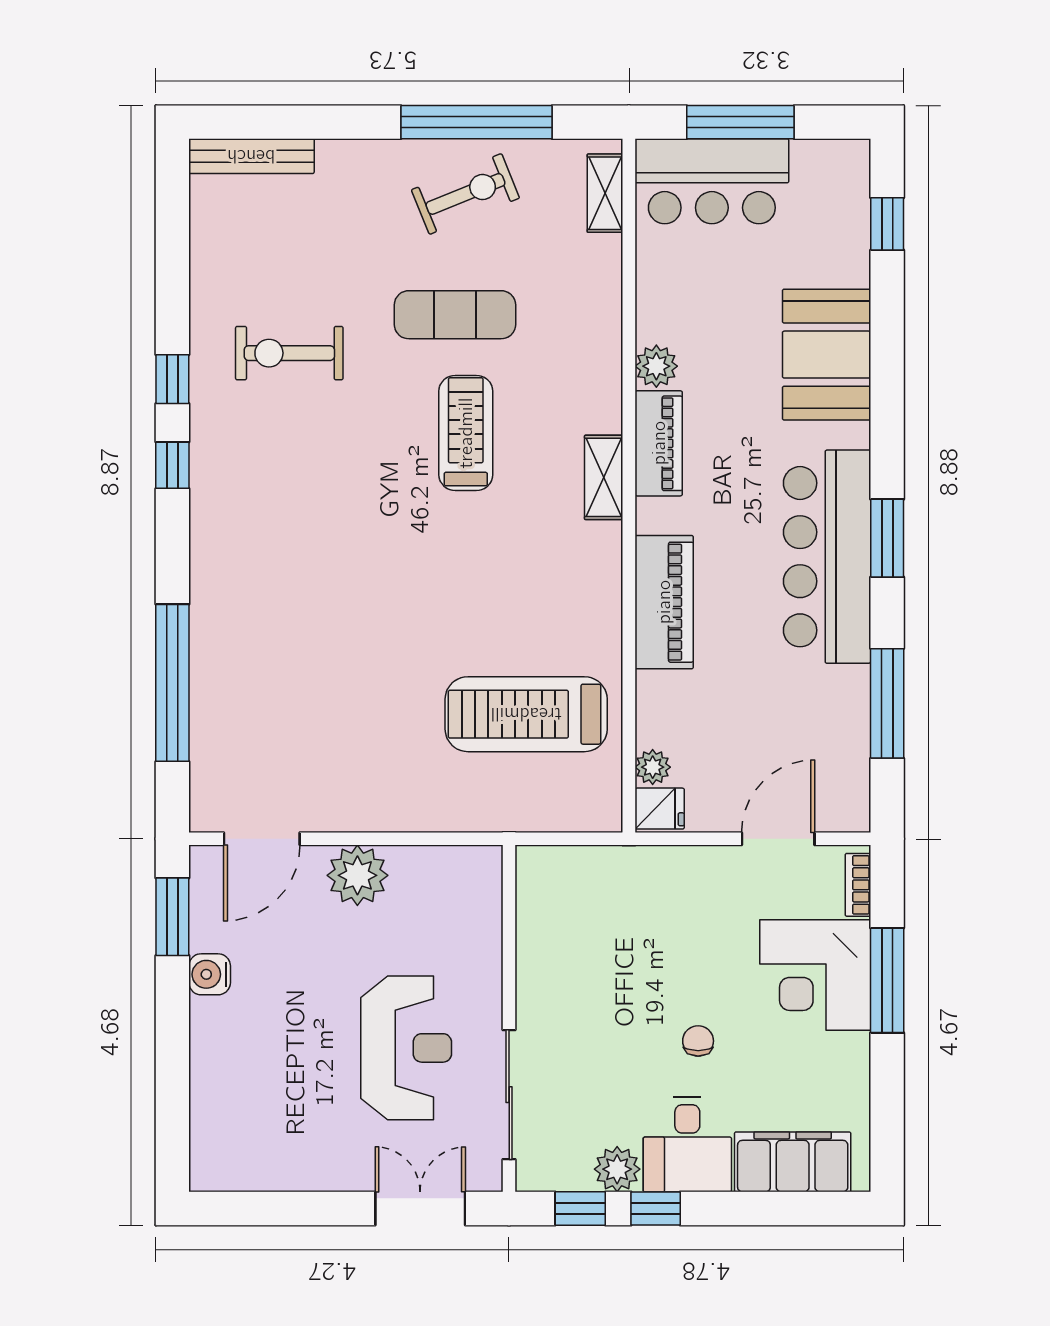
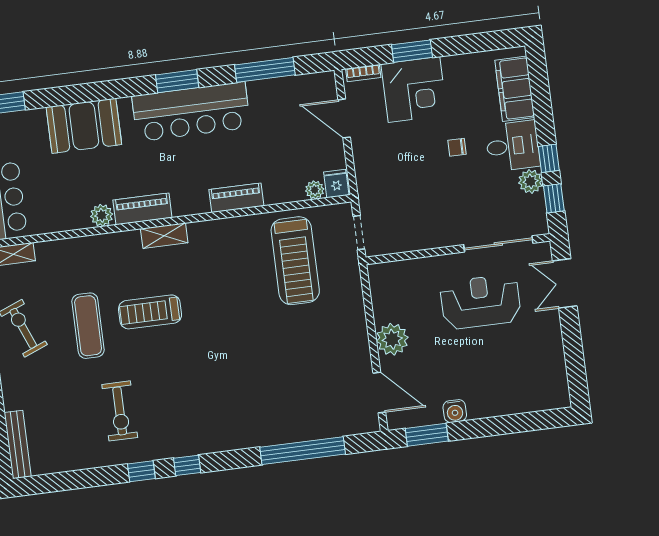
piano: (664, 602) -> (236, 198), width x0.73, depth x0.75
doorway: (563, 839) -> (359, 233), added
window: (887, 980) -> (412, 51), width x0.69

